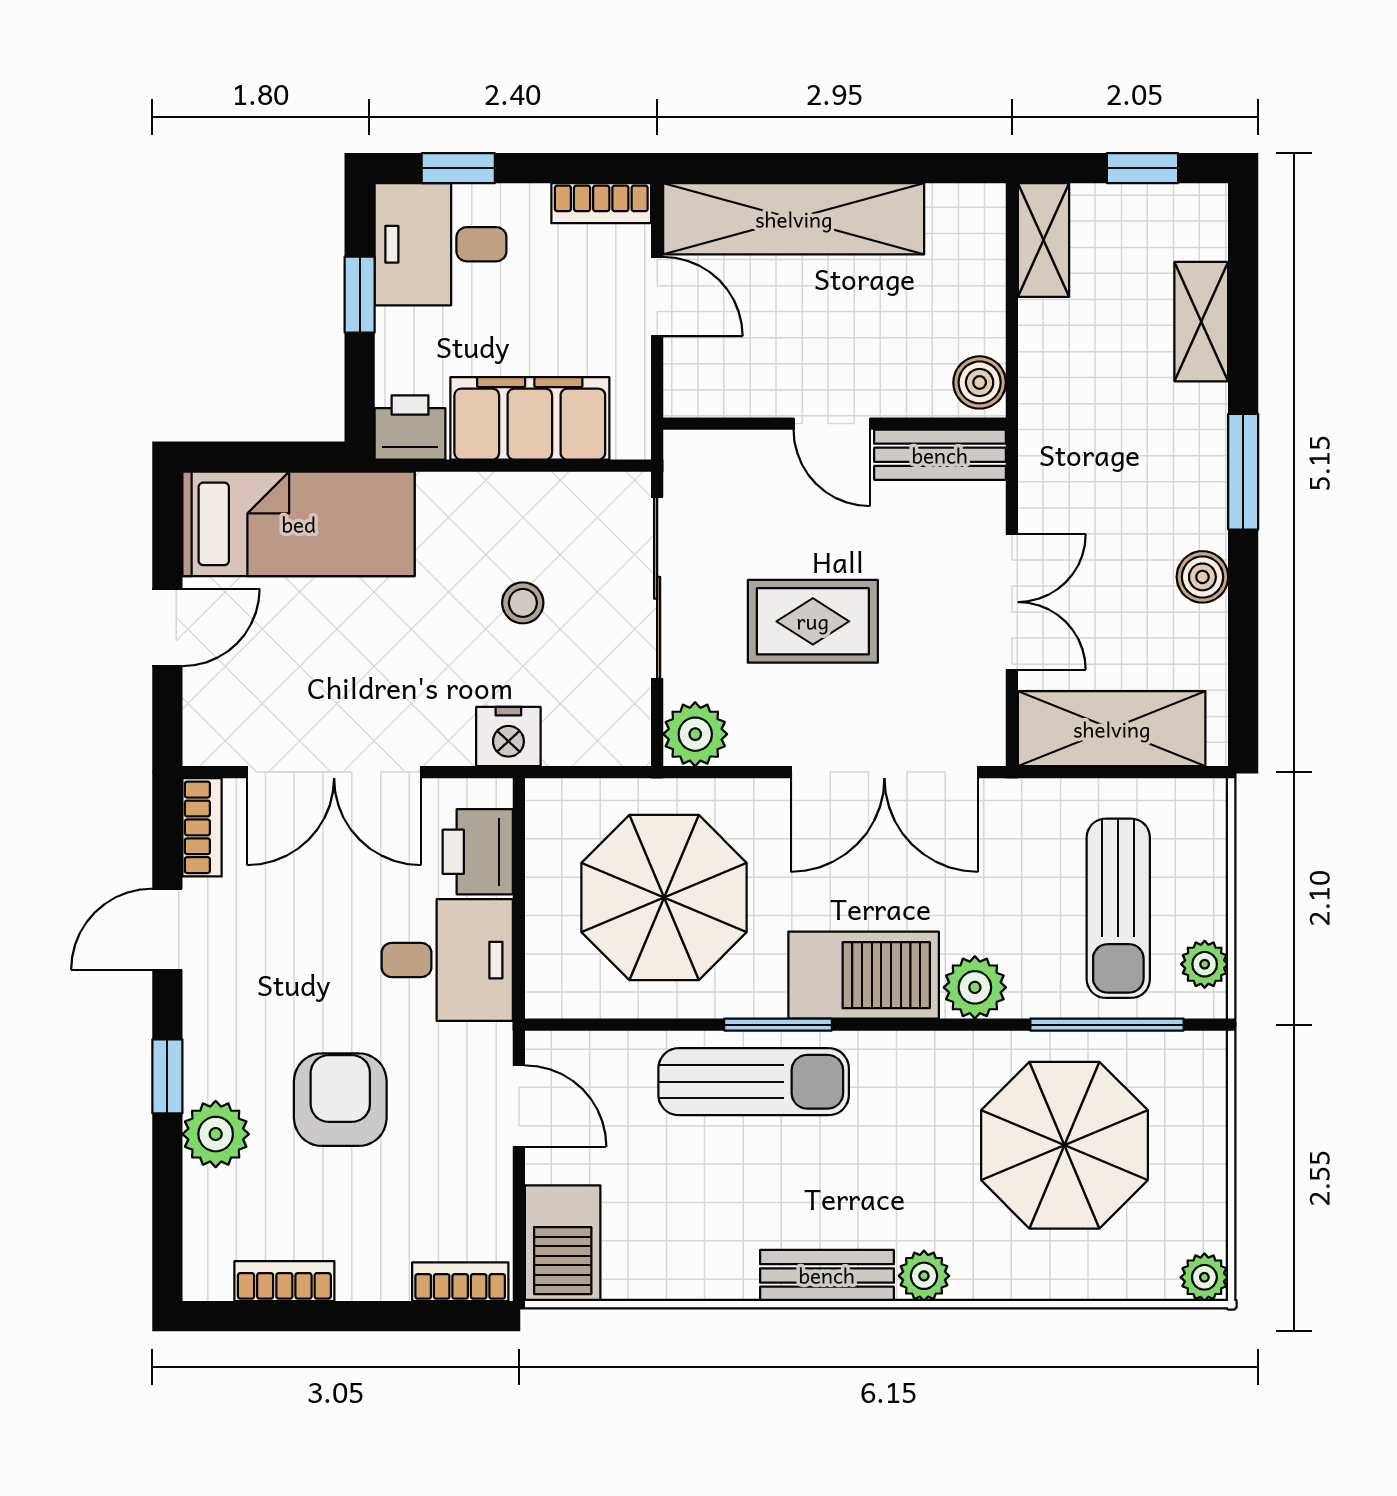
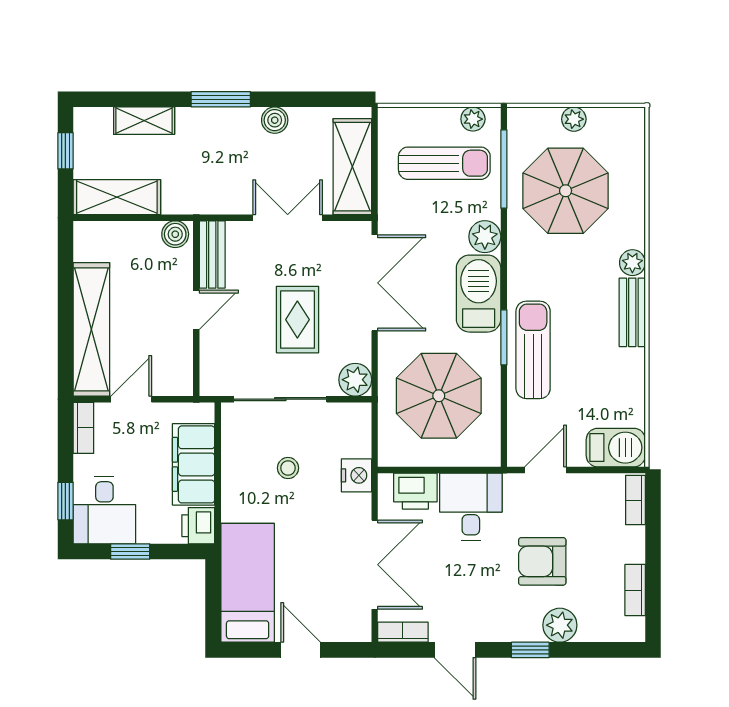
shelving: (1043, 240) -> (117, 197), width x1.50, depth x1.33
plant: (1204, 1277) -> (574, 119), moved

